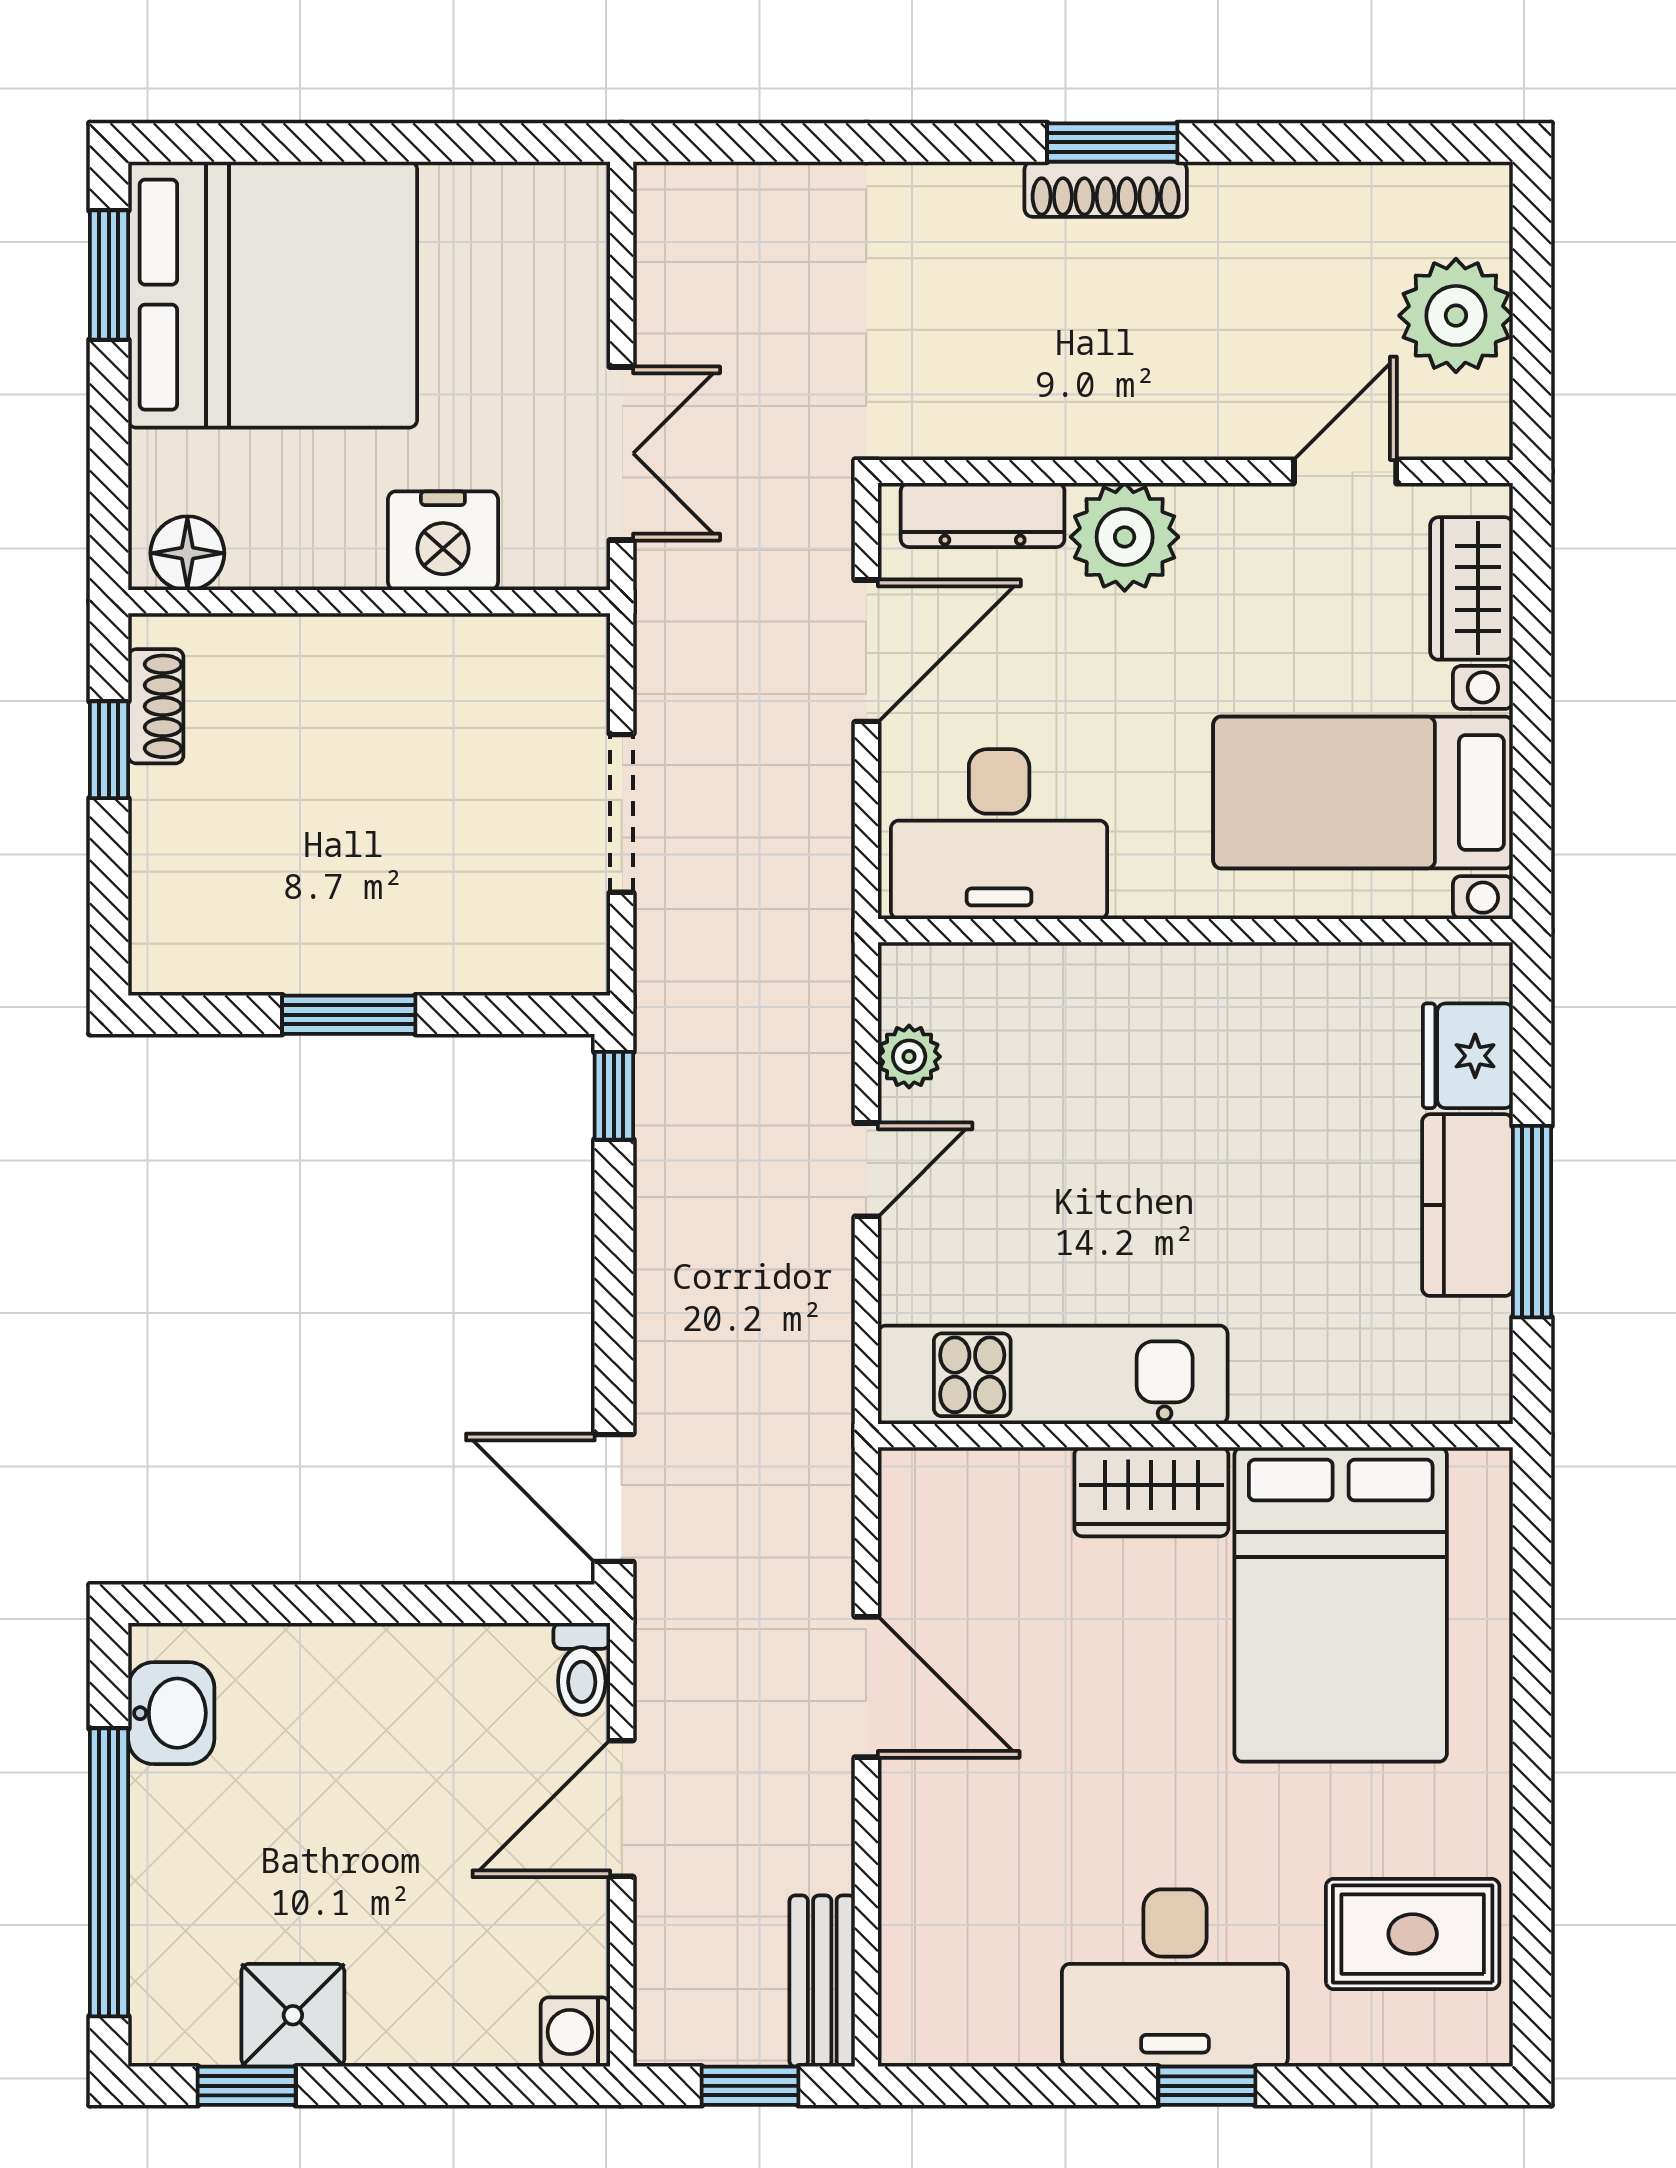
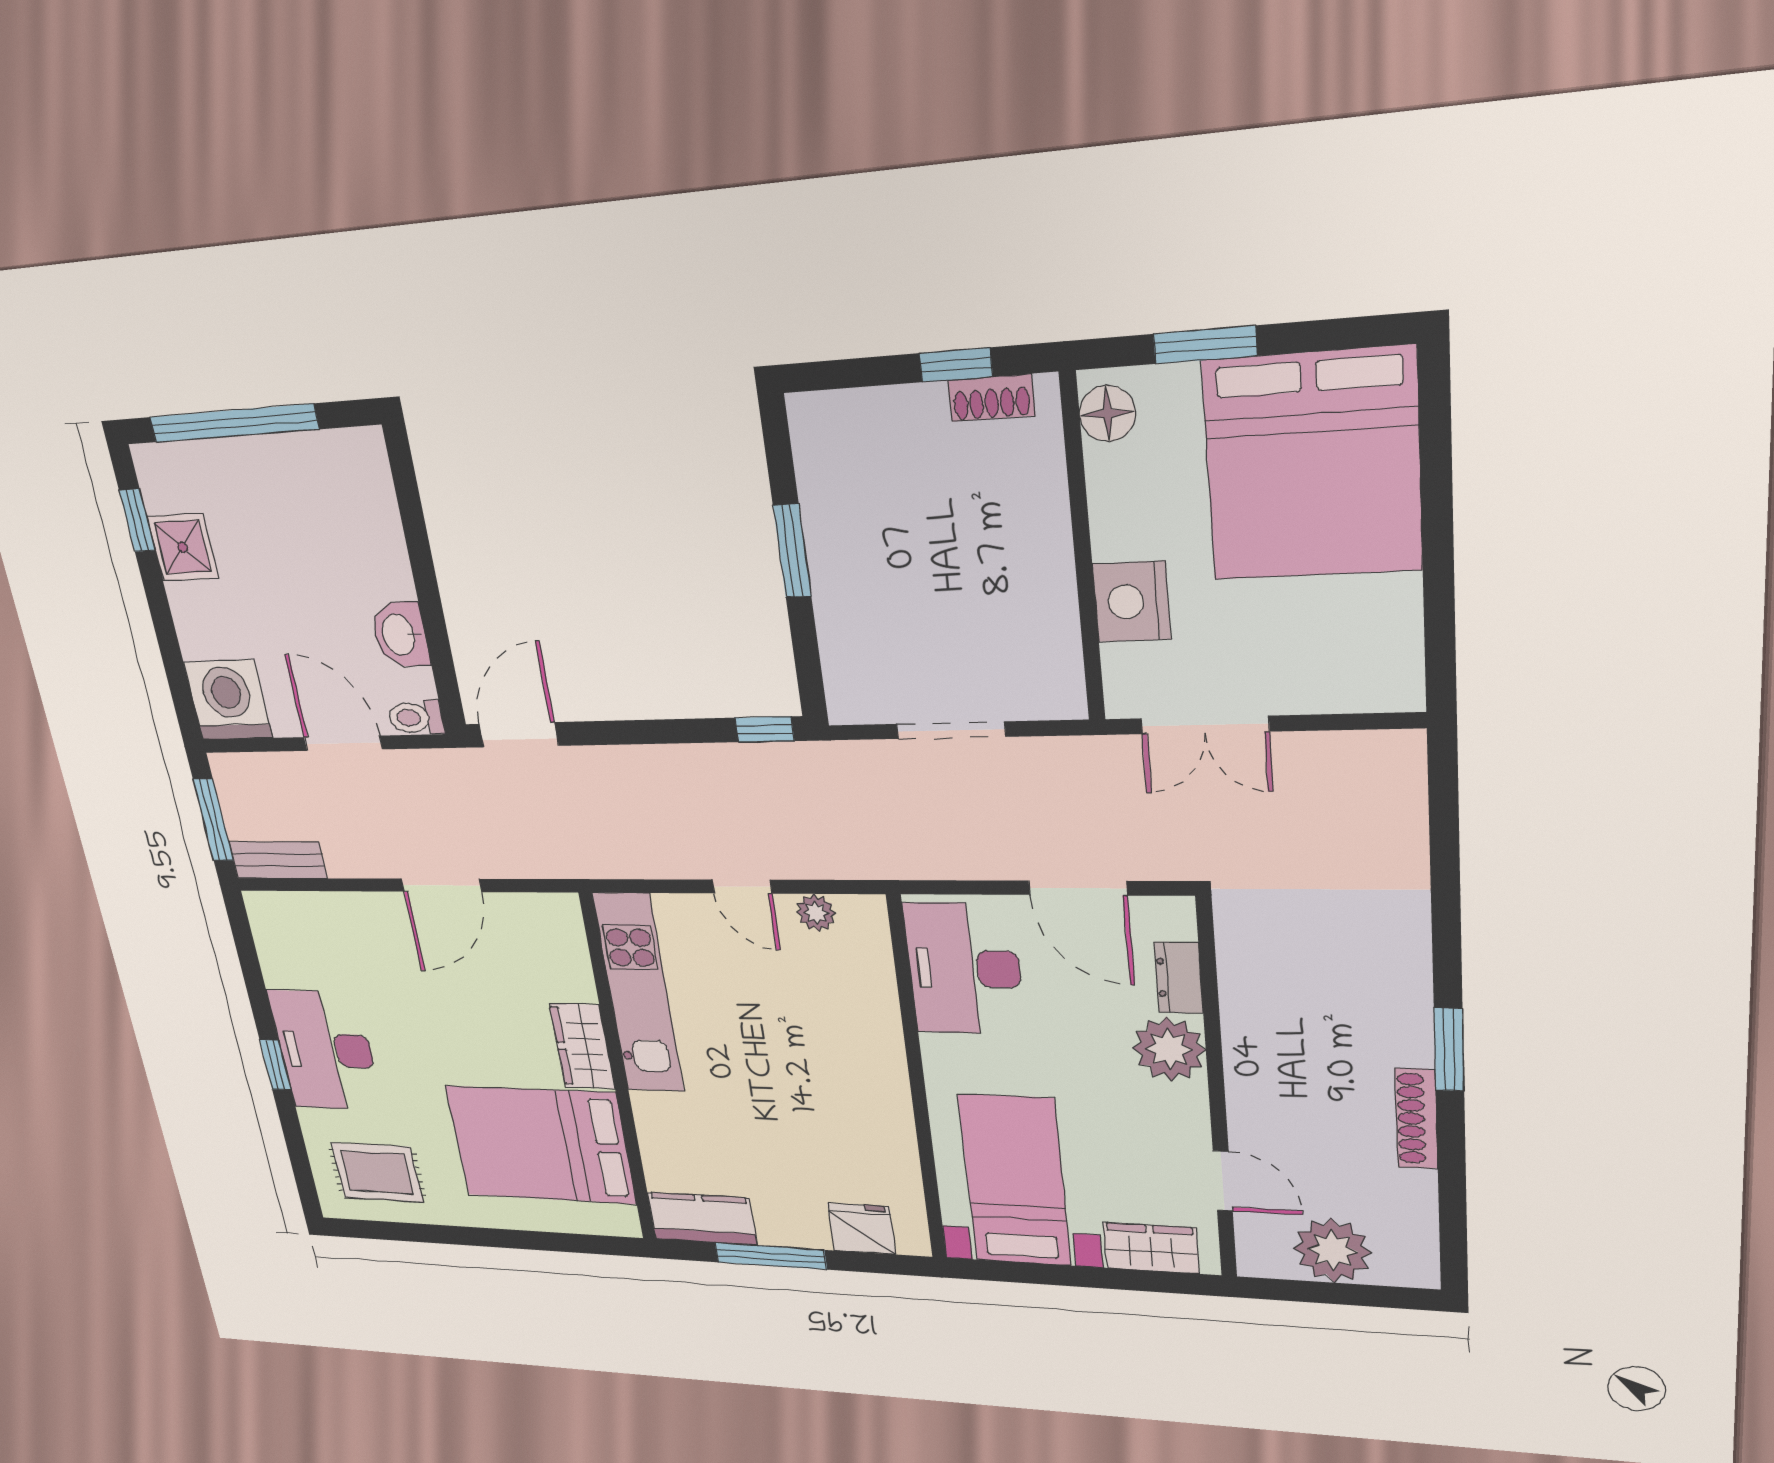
shoe rack: (1106, 189) -> (1417, 1119), moved
window: (109, 275) -> (1205, 345), moved
dresser: (983, 515) -> (1179, 978), width x0.70
kitchen counter: (1467, 1205) -> (702, 1219), moved
washbasin: (171, 1713) -> (400, 634), moved, turned 90
rug: (1413, 1934) -> (377, 1172), turned 90
washing machine: (575, 2032) -> (228, 700), width x1.89, depth x1.89
window: (750, 2086) -> (213, 820), width x1.50

